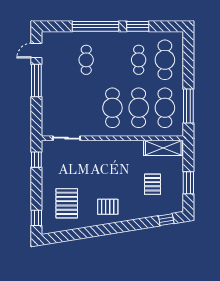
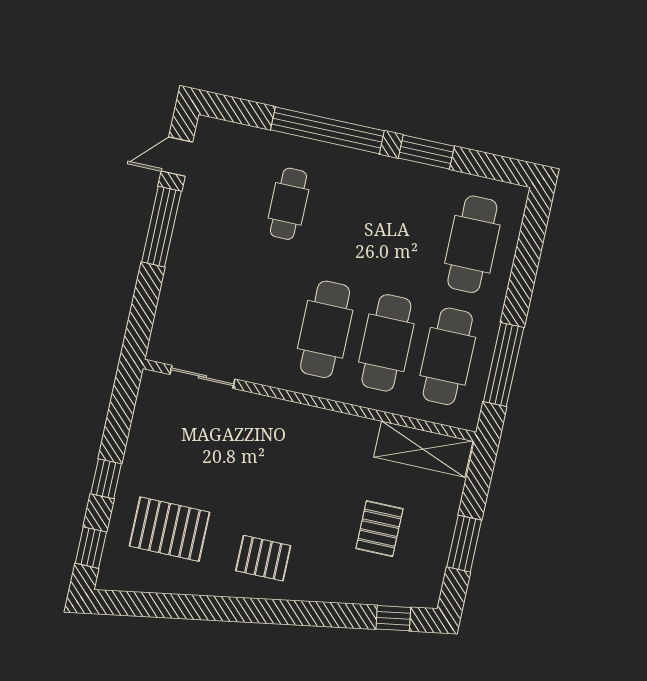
cafe table: (139, 60) -> (411, 231), removed
window: (36, 160) -> (106, 479), moved
pallet: (67, 203) -> (169, 529), turned 90

